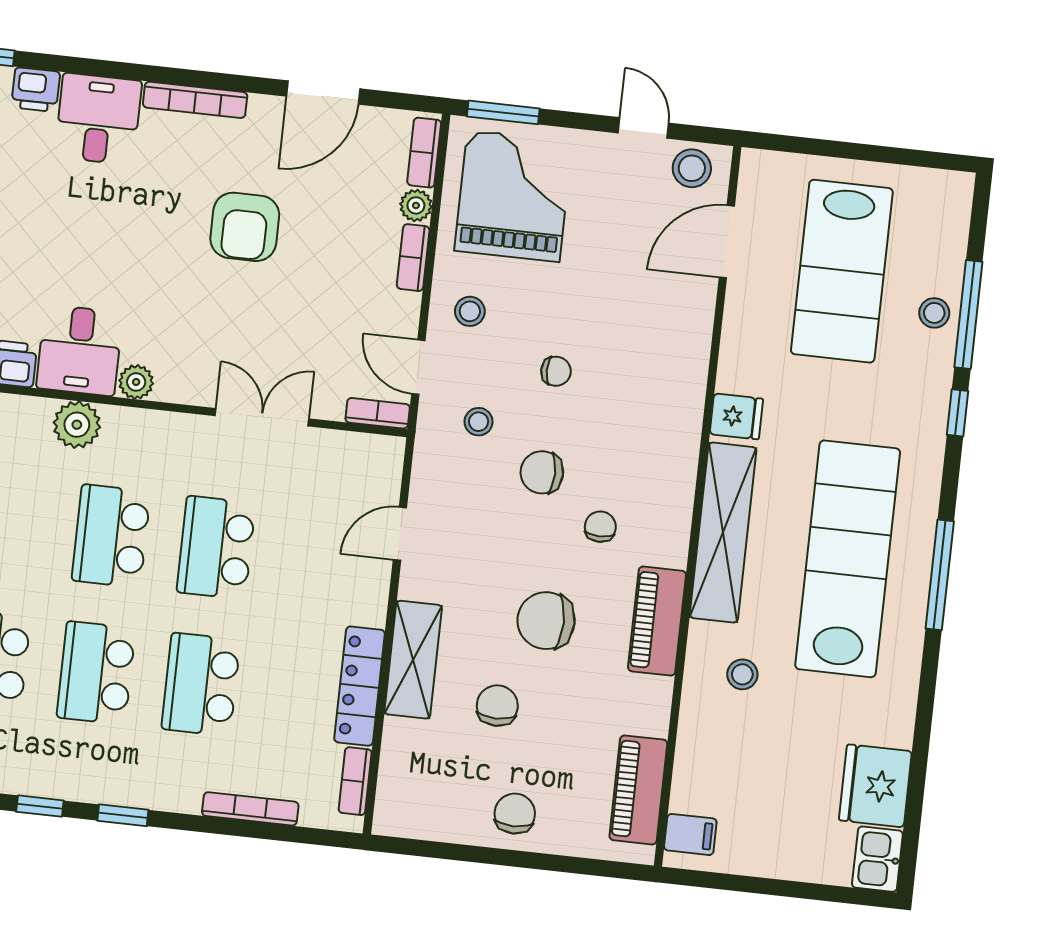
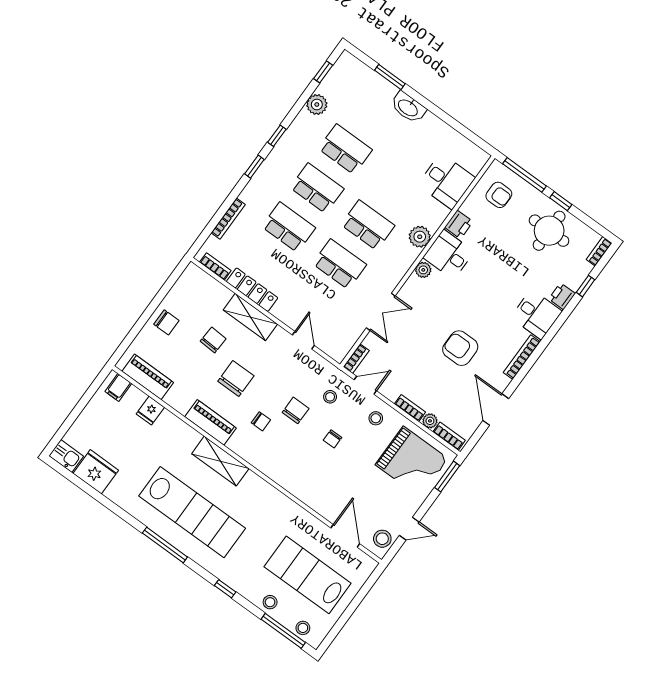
window: (968, 314) -> (283, 631), moved
fridge: (736, 416) -> (150, 411), moved
shelving: (723, 533) -> (220, 461), width x0.68
stool: (742, 674) -> (303, 628), moved
chair: (497, 706) -> (213, 340), turned -87

